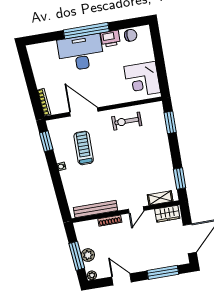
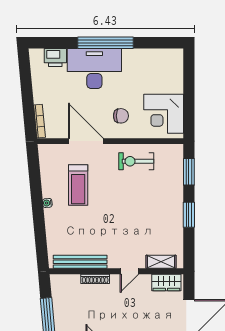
chair: (131, 35) -> (121, 116), moved
printer: (110, 39) -> (55, 57), moved
window: (46, 141) -> (34, 169), removed
treadmill: (84, 148) -> (78, 185), turned 180
window: (180, 178) -> (189, 215), moved
plant: (88, 255) -> (61, 316), removed

